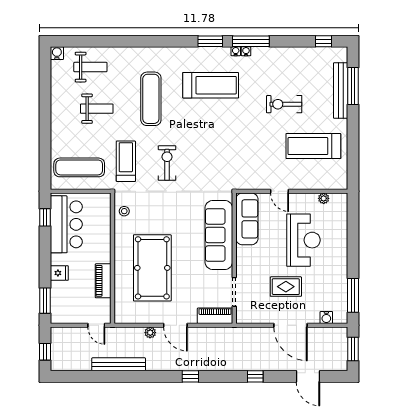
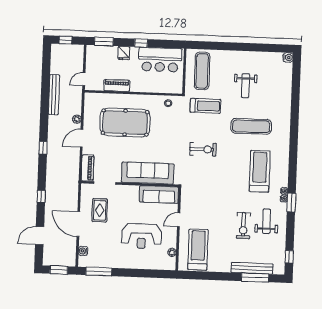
window: (210, 41) -> (292, 172), removed
window: (251, 41) -> (291, 203), width x0.69
weight bench: (90, 67) -> (266, 221), moved, turned 180
treadmill: (211, 85) -> (260, 171), turned 180
exercise bike: (284, 104) -> (243, 226), turned 180
treadmill: (313, 146) -> (198, 250), moved
exercise bike: (167, 163) -> (203, 149), moved
window: (45, 217) -> (141, 43), moved
rug: (286, 287) -> (100, 210), moved
door: (291, 325) -> (78, 224), hinge flipped

